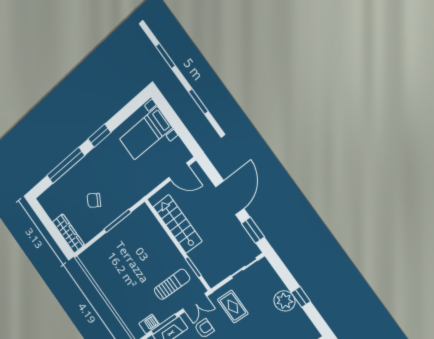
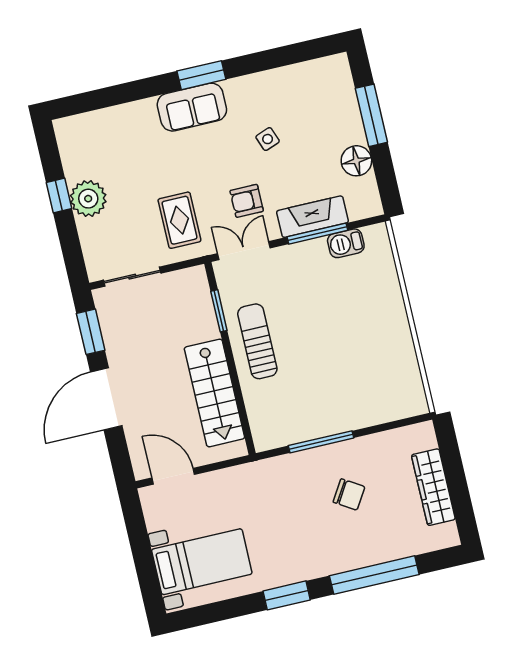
wardrobe: (68, 233) -> (433, 487), moved
sun lounger: (172, 284) -> (257, 341), moved, turned 90

